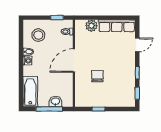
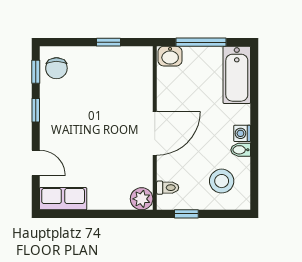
plant: (91, 26) -> (142, 199), moved
row of seats: (117, 26) -> (63, 199), width x0.68
door: (137, 45) -> (36, 163), swing flipped
chair: (97, 76) -> (56, 68), moved
washbasin: (55, 102) -> (170, 56), moved

